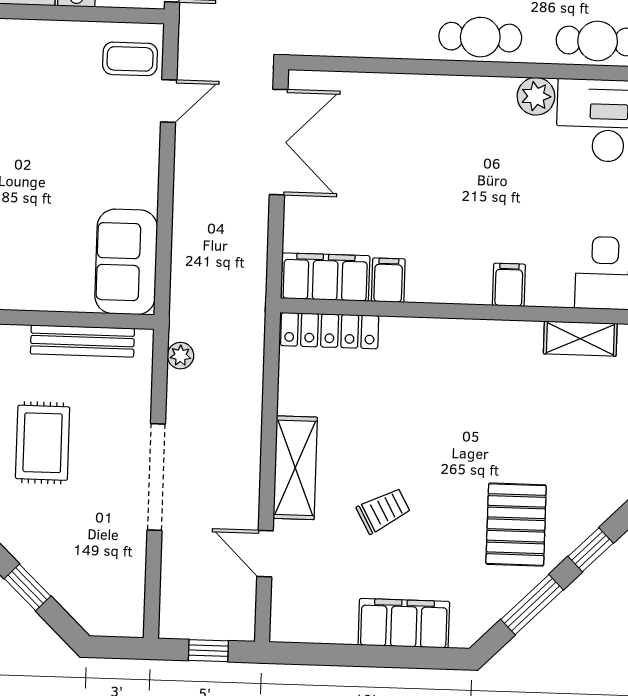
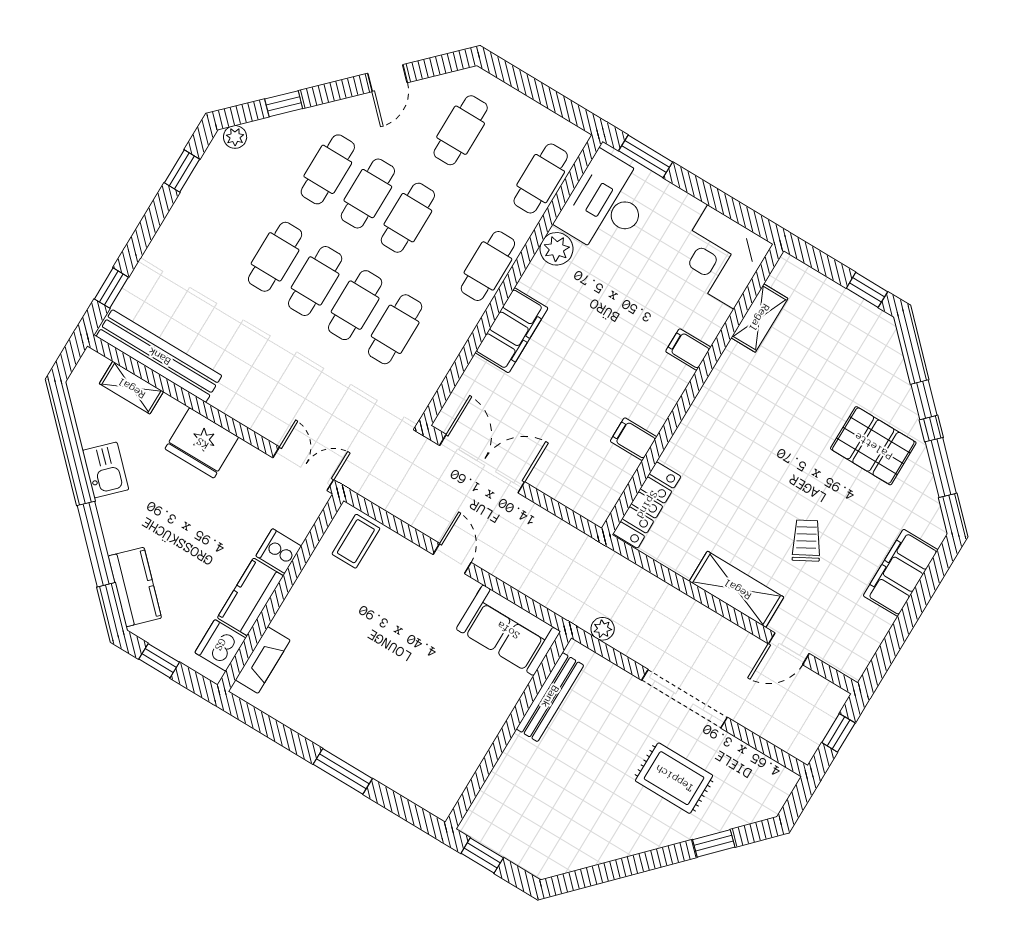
door: (169, 101) -> (452, 559), moved
filing cabinet: (325, 277) -> (511, 330), moved, turned 180
rug: (43, 443) -> (674, 778), moved

